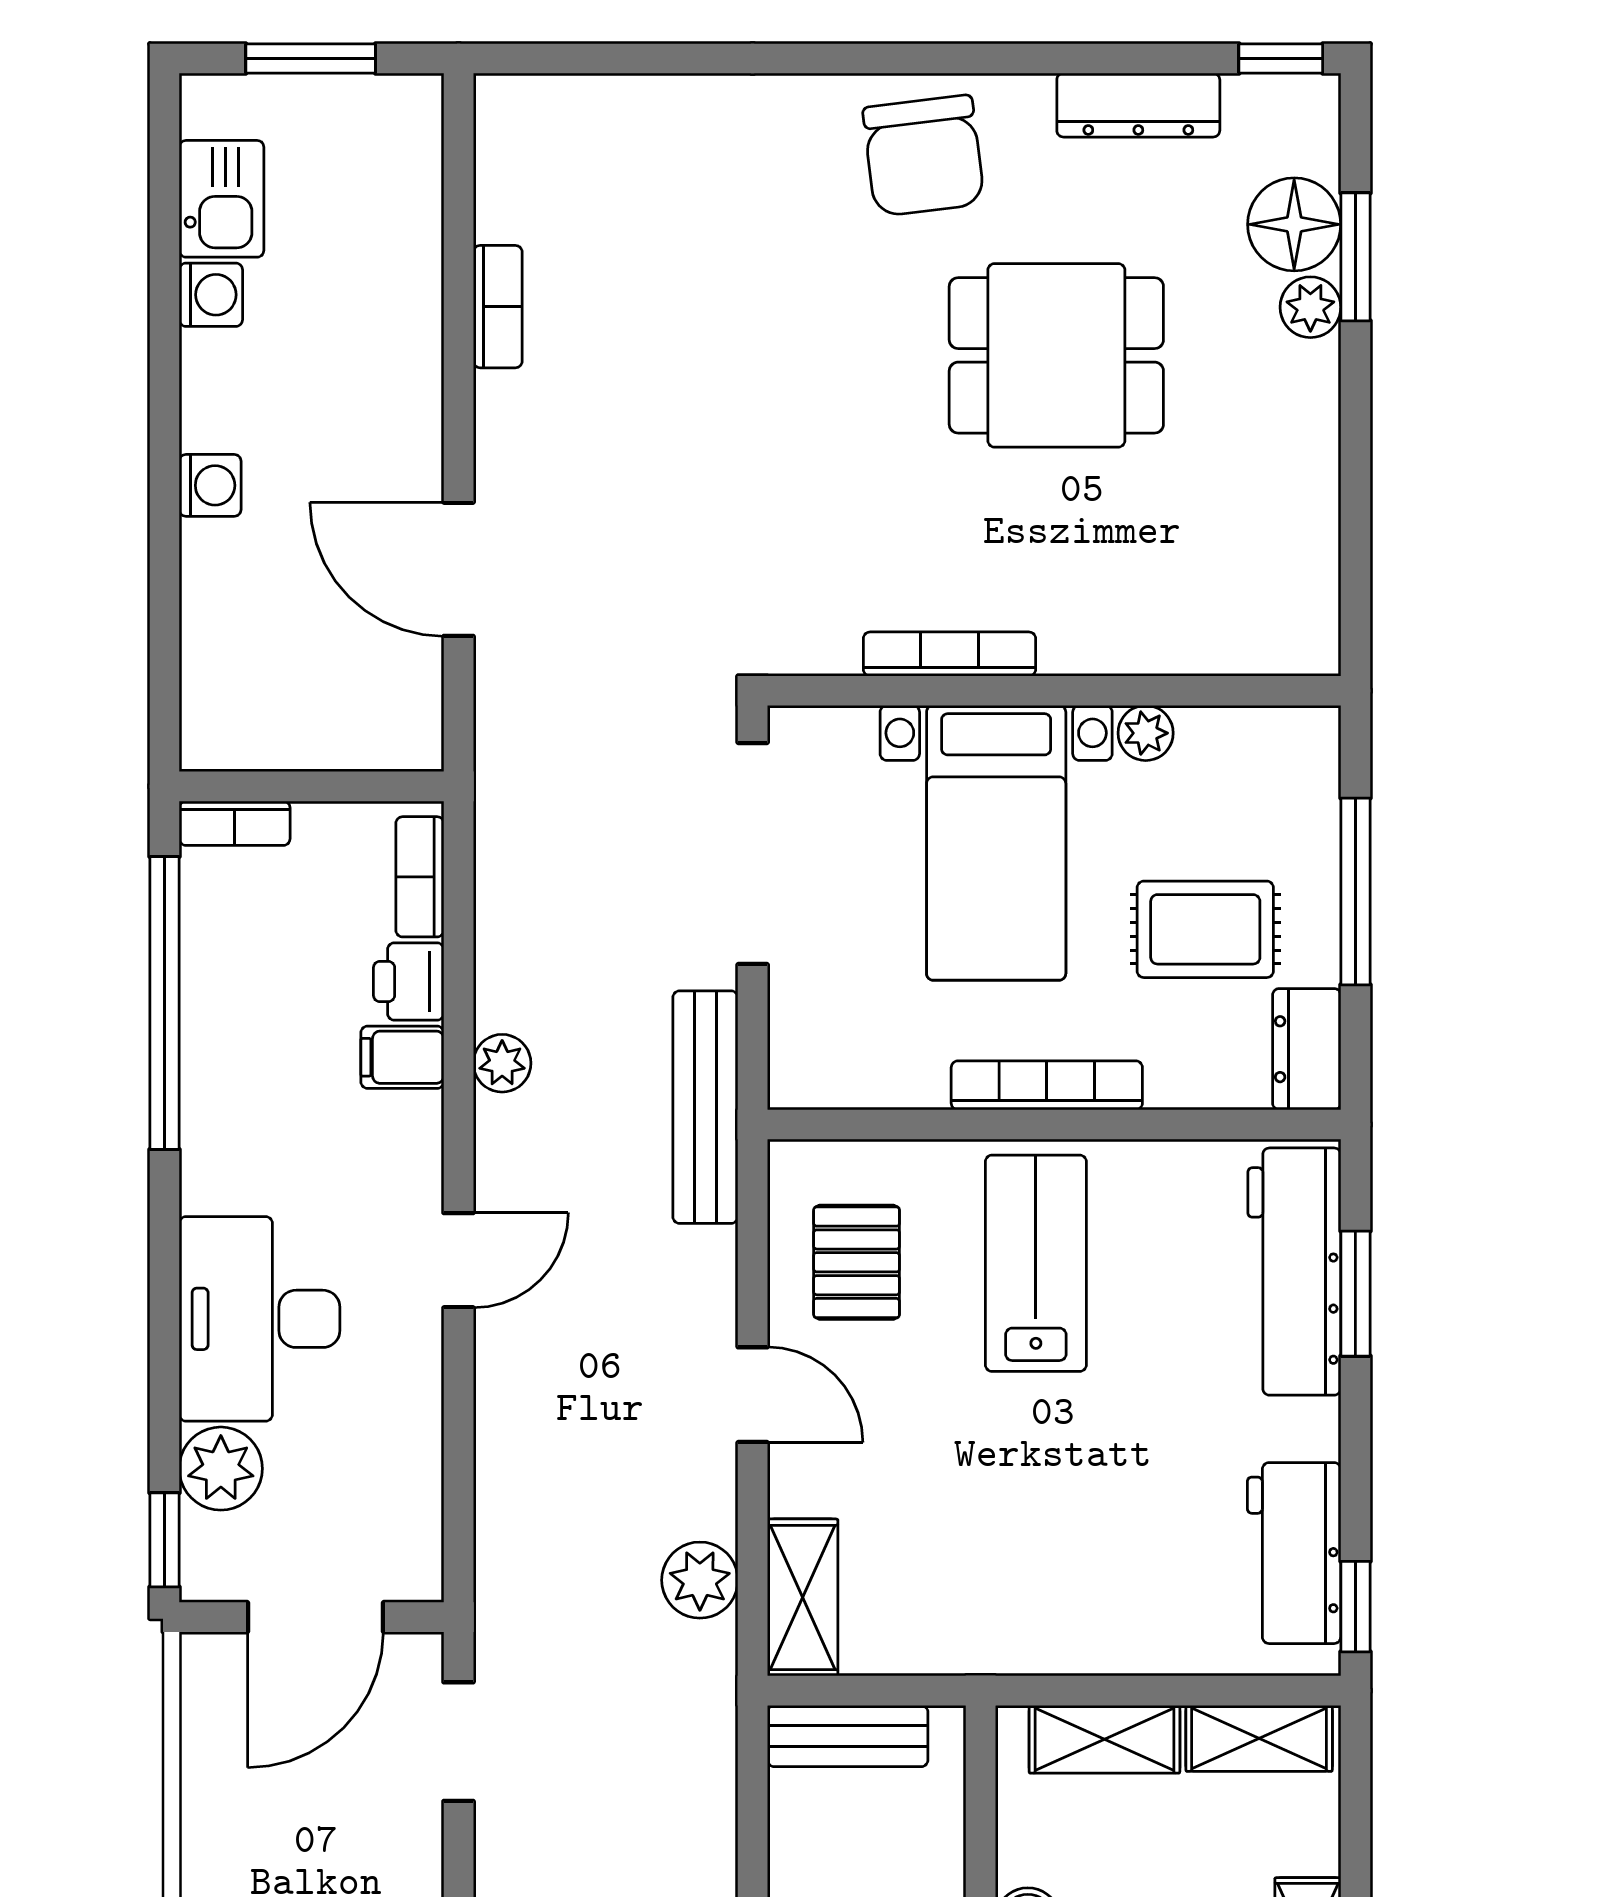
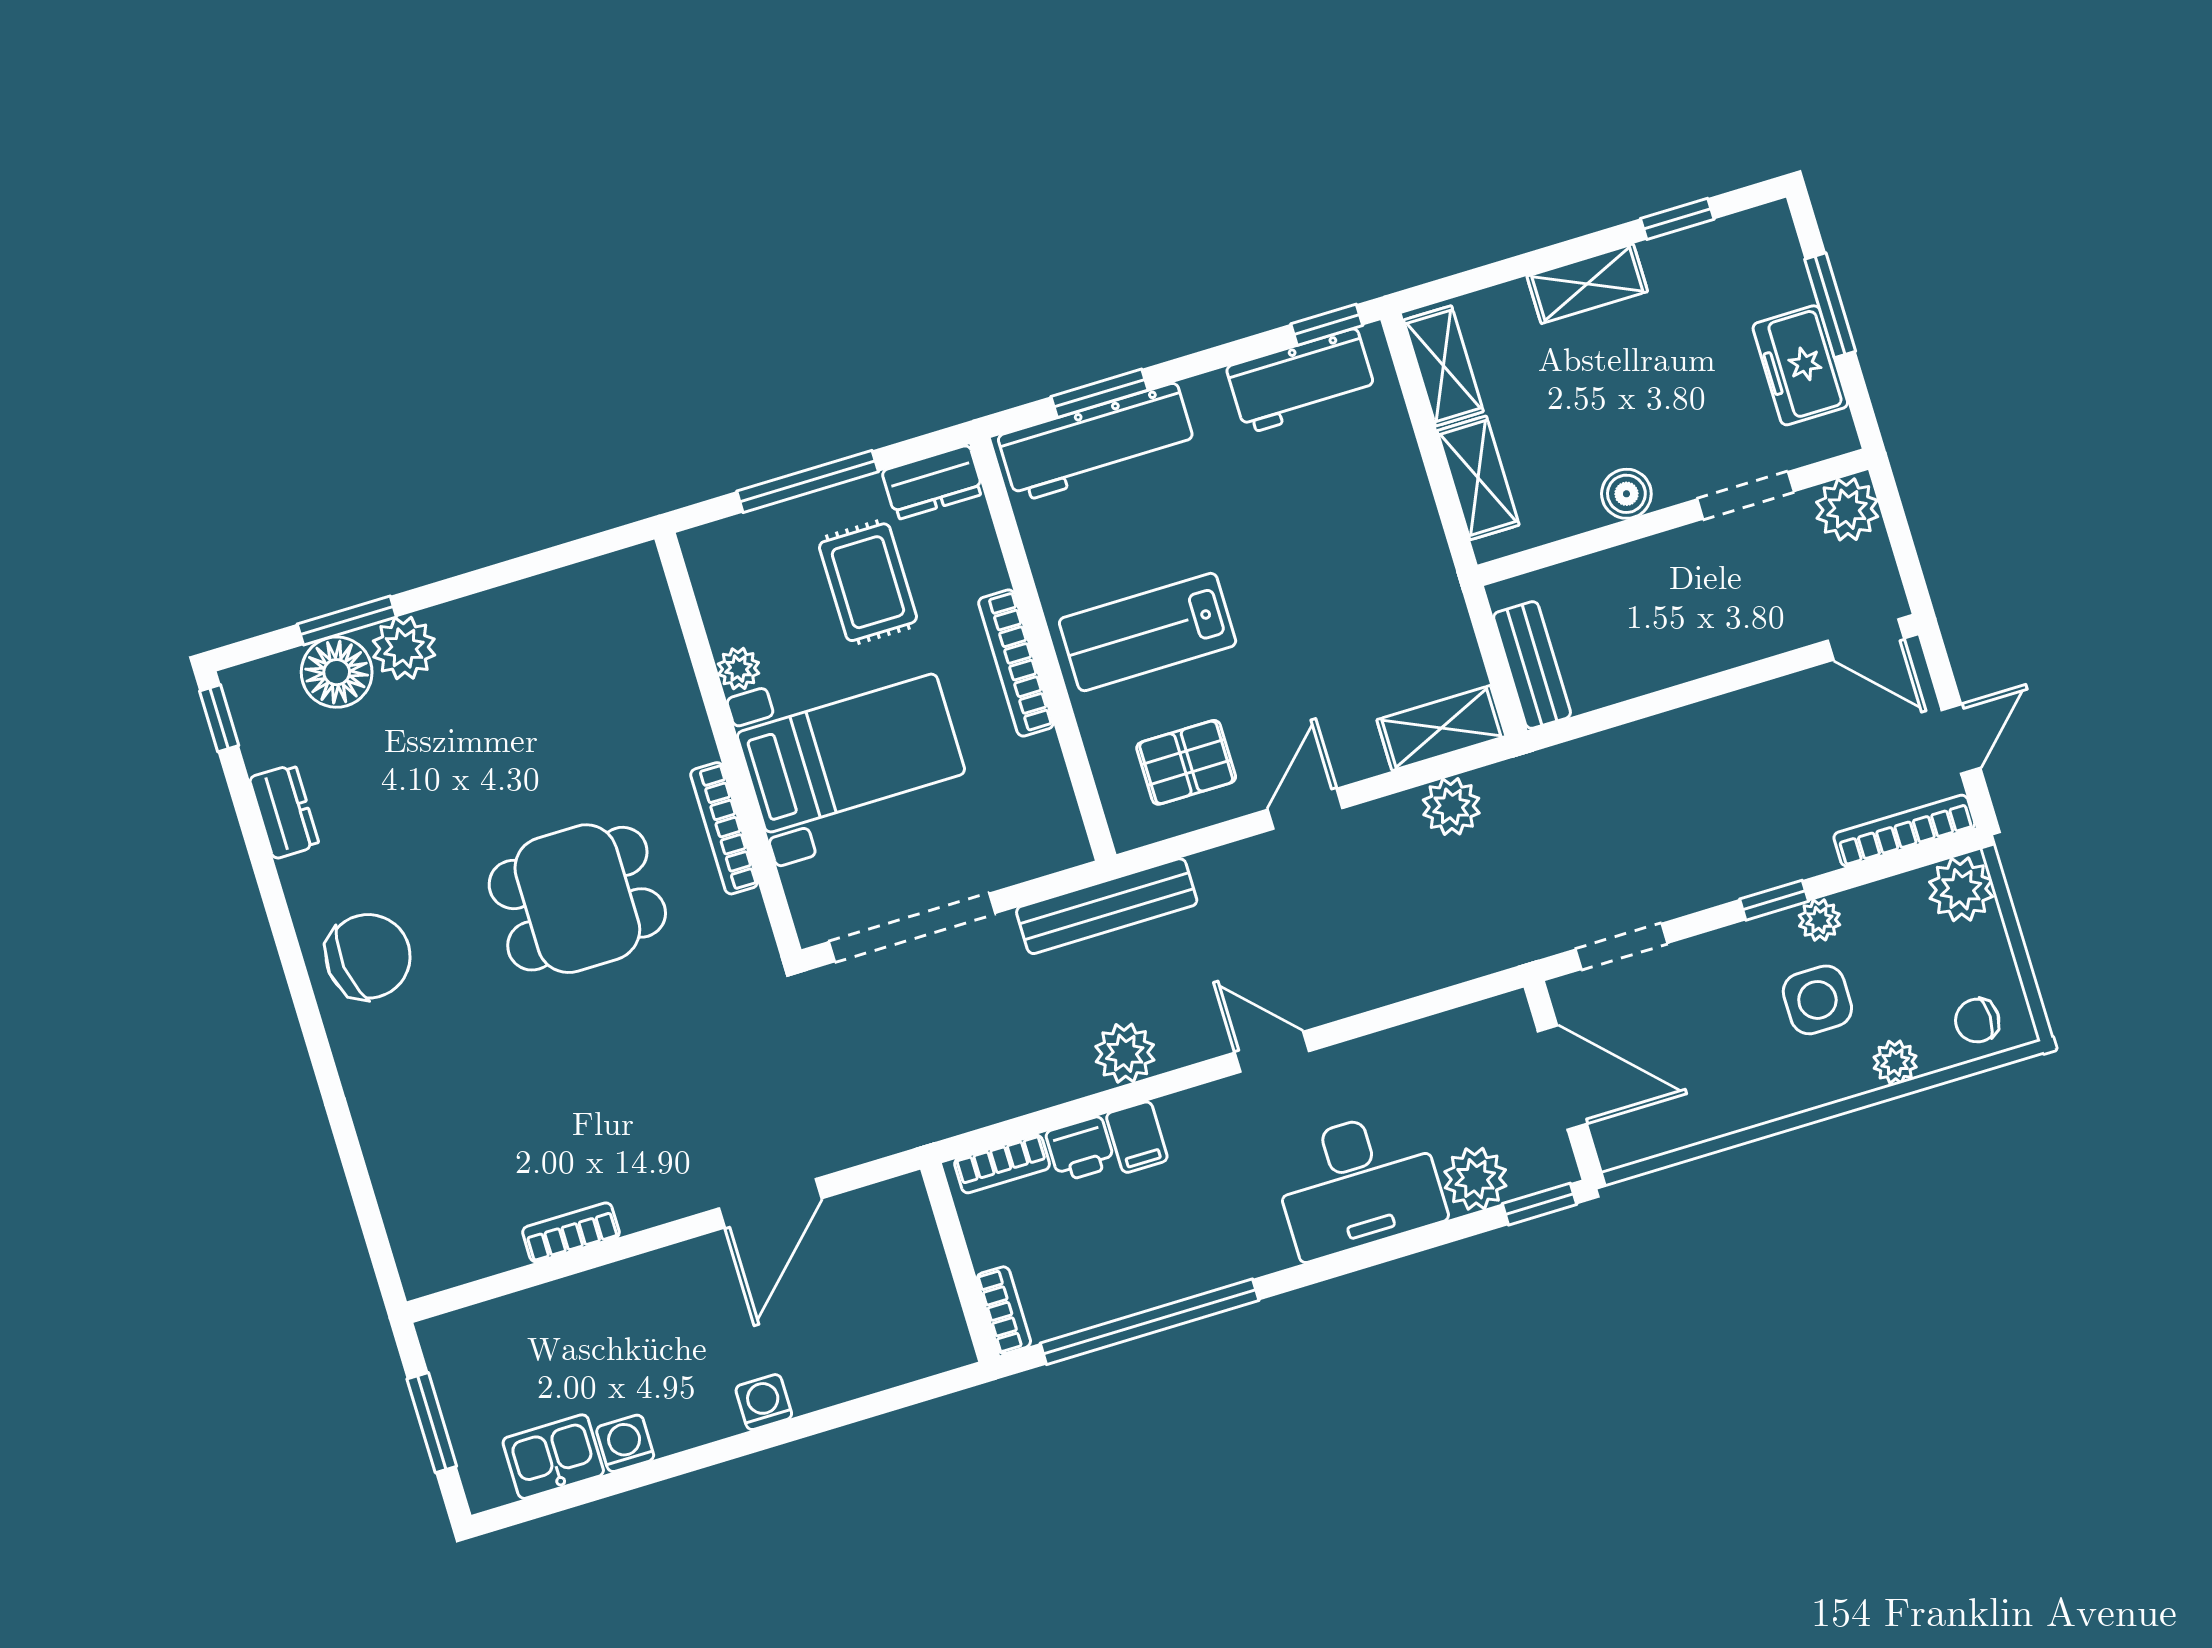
dresser: (1138, 105) -> (284, 812), width x0.70
plant: (1310, 307) -> (404, 648), width x1.38, depth x1.38
dining table: (1056, 355) -> (577, 899), moved, turned 90
plant: (502, 1063) -> (1125, 1053), width x1.38, depth x1.38

